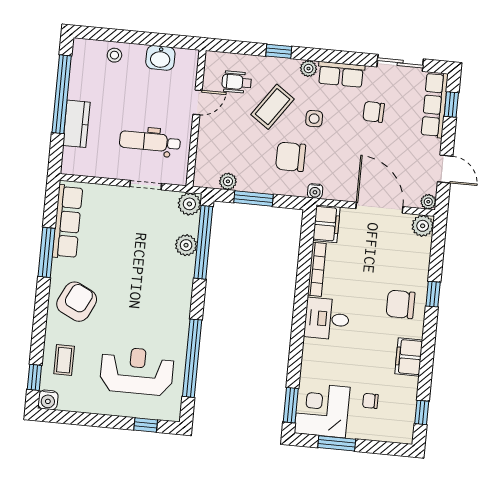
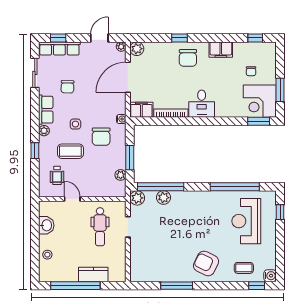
coffee table: (273, 107) -> (70, 151), turned -35
row of seats: (67, 222) -> (156, 274), removed

